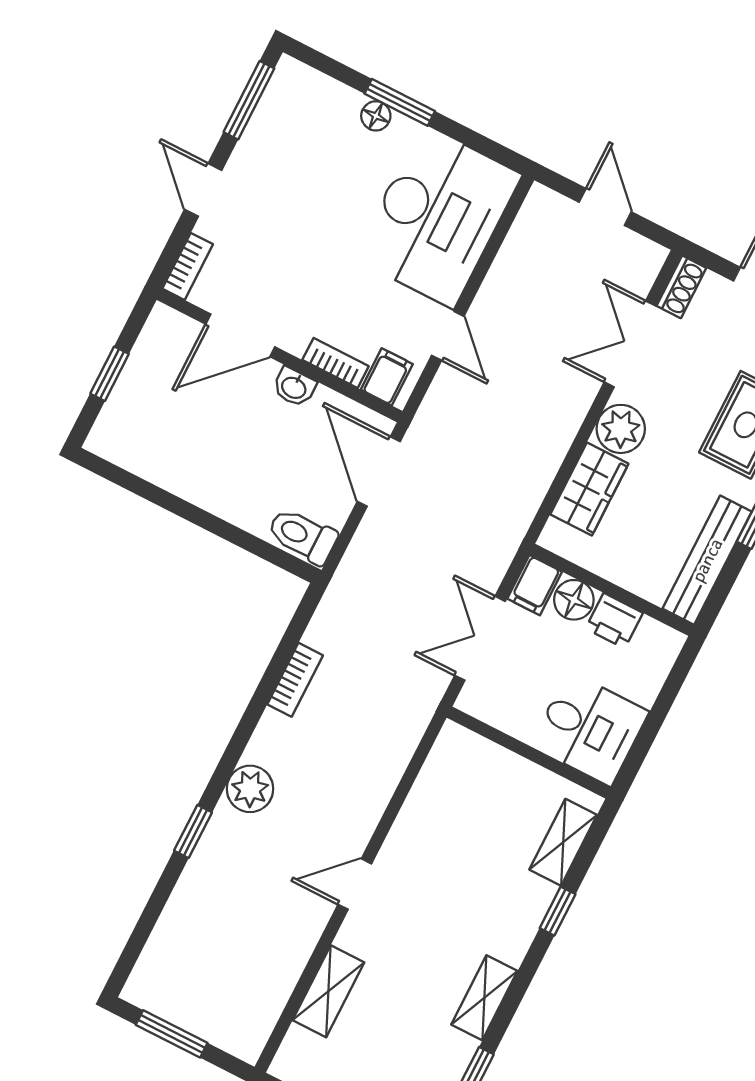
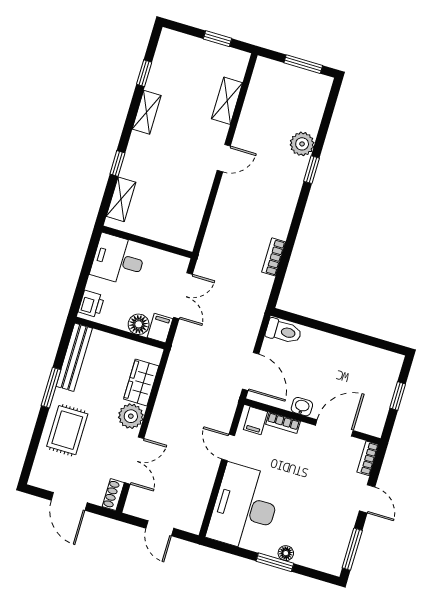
printer: (614, 621) -> (91, 304), moved, turned 90
plant: (250, 789) -> (302, 144), moved

